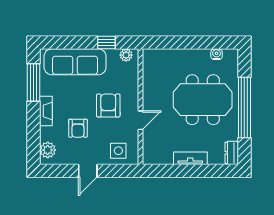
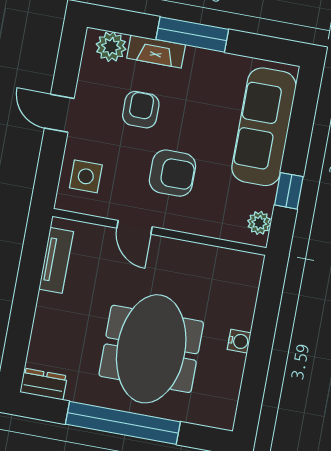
water cooler: (217, 54) -> (239, 341), moved
window: (33, 82) -> (192, 34), moved
fireplace: (46, 111) -> (156, 52), moved
armchair: (78, 128) -> (141, 110), turned 90
tv unit: (190, 158) -> (56, 260), moved

